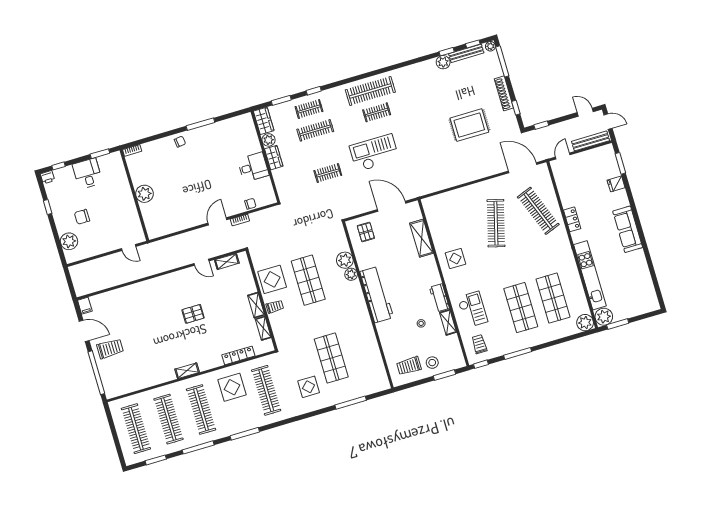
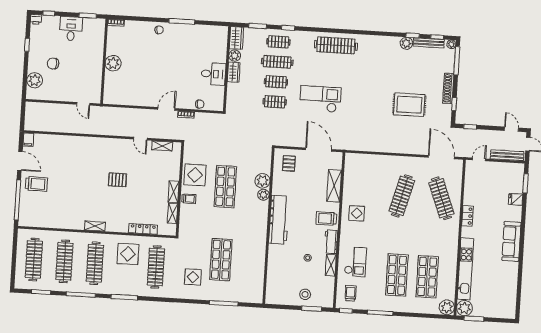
clothes rail: (377, 112) -> (276, 82), moved
trolley: (409, 366) -> (326, 218), moved

